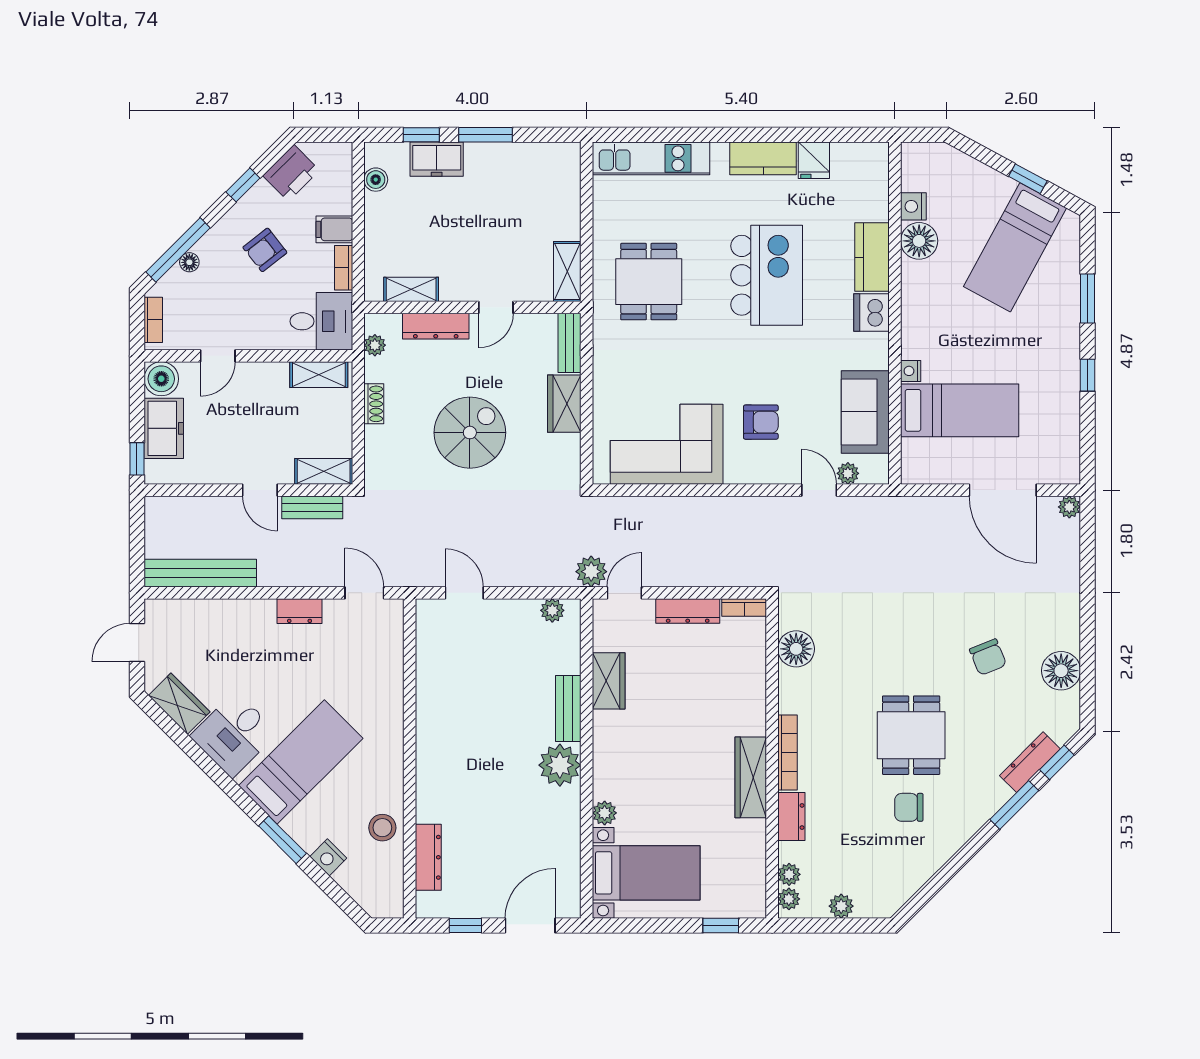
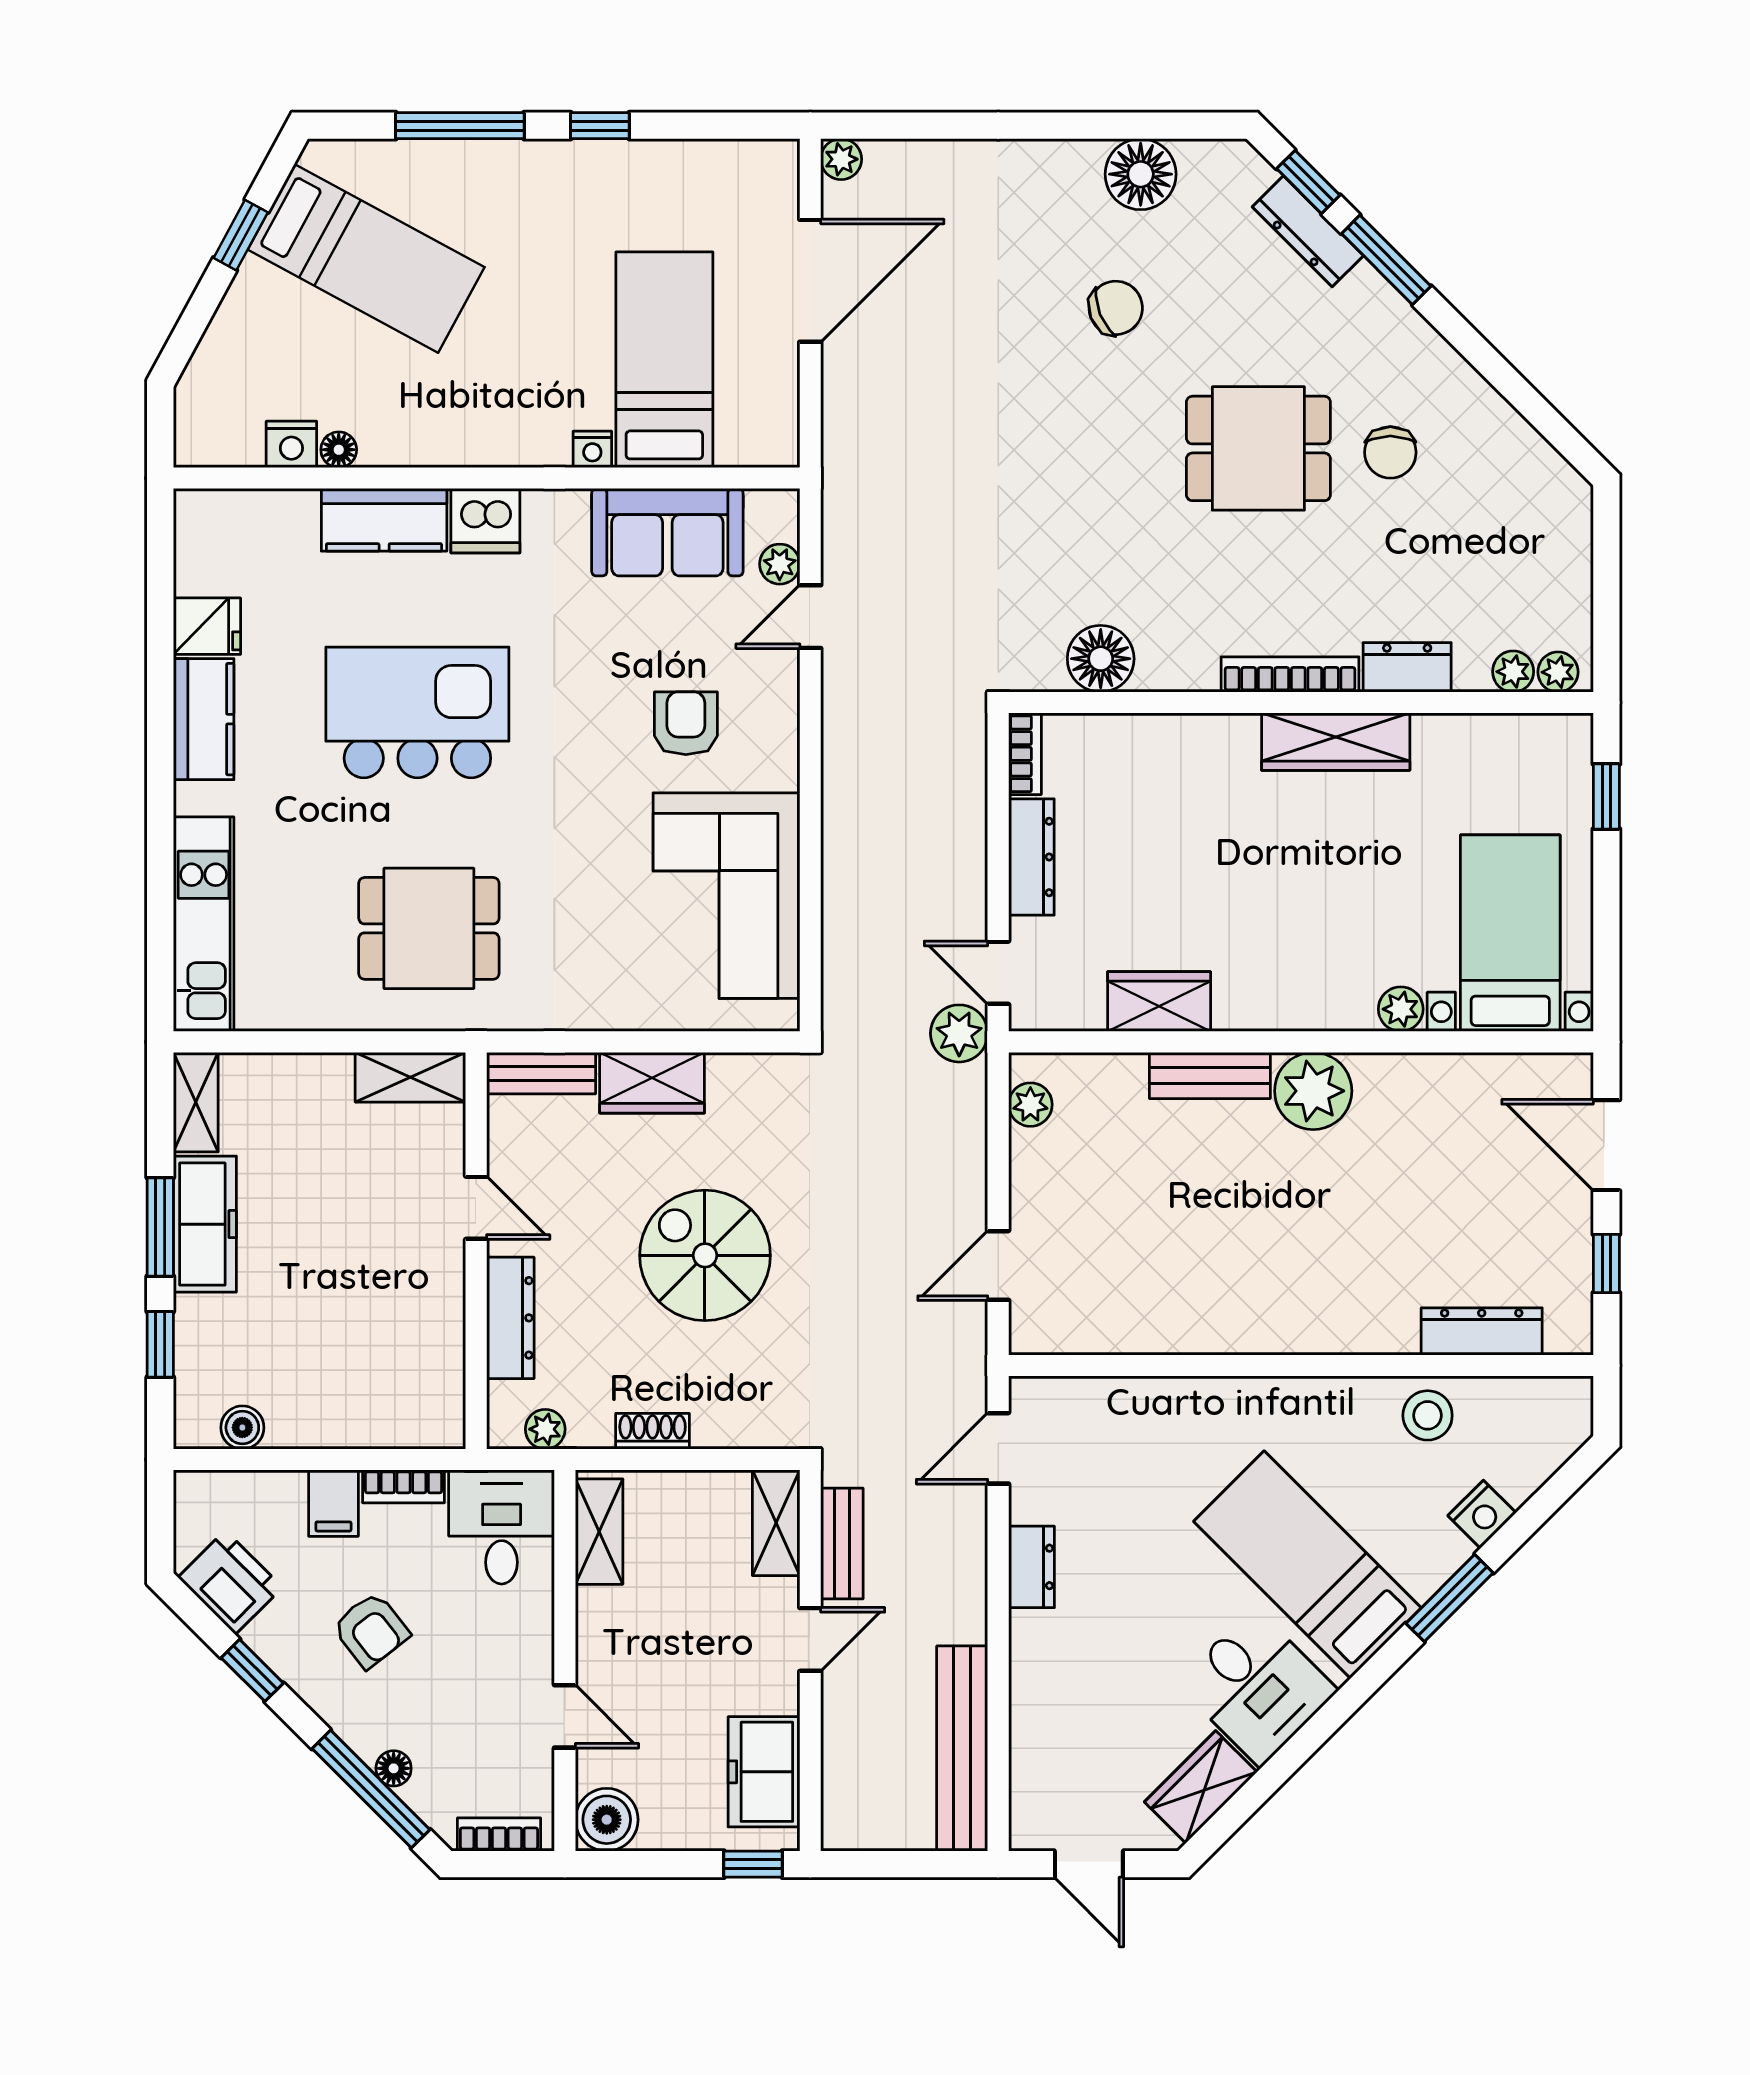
freezer: (437, 159) -> (205, 1224), moved, width x1.40
floor lamp: (919, 241) -> (339, 450), width x0.53, depth x0.53
shelving: (411, 289) -> (196, 1102), moved
window: (1088, 299) -> (460, 126), width x1.44
freezer: (164, 428) -> (764, 1772), moved, turned -90
plant: (841, 906) -> (1571, 576), removed

